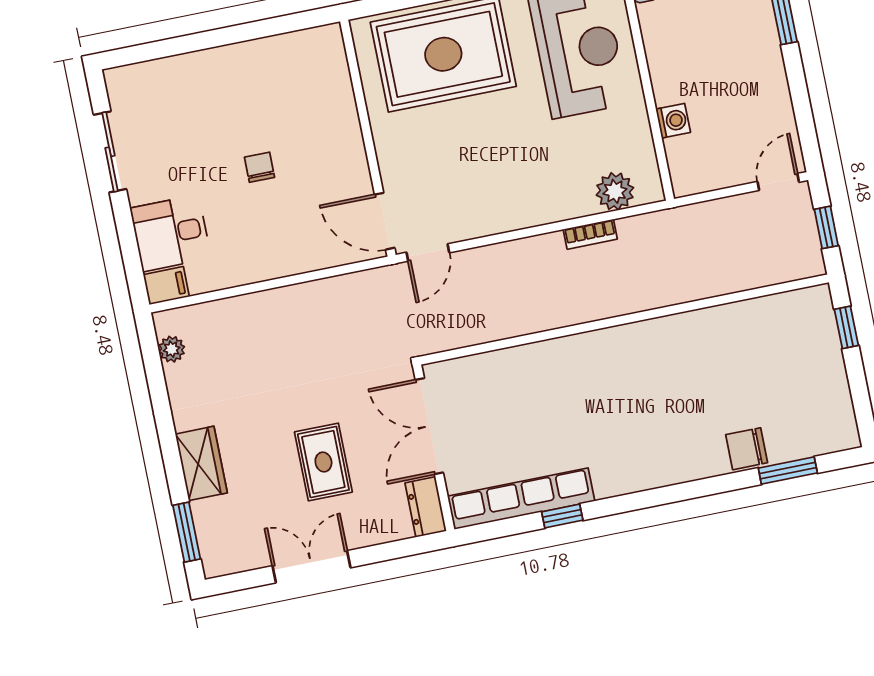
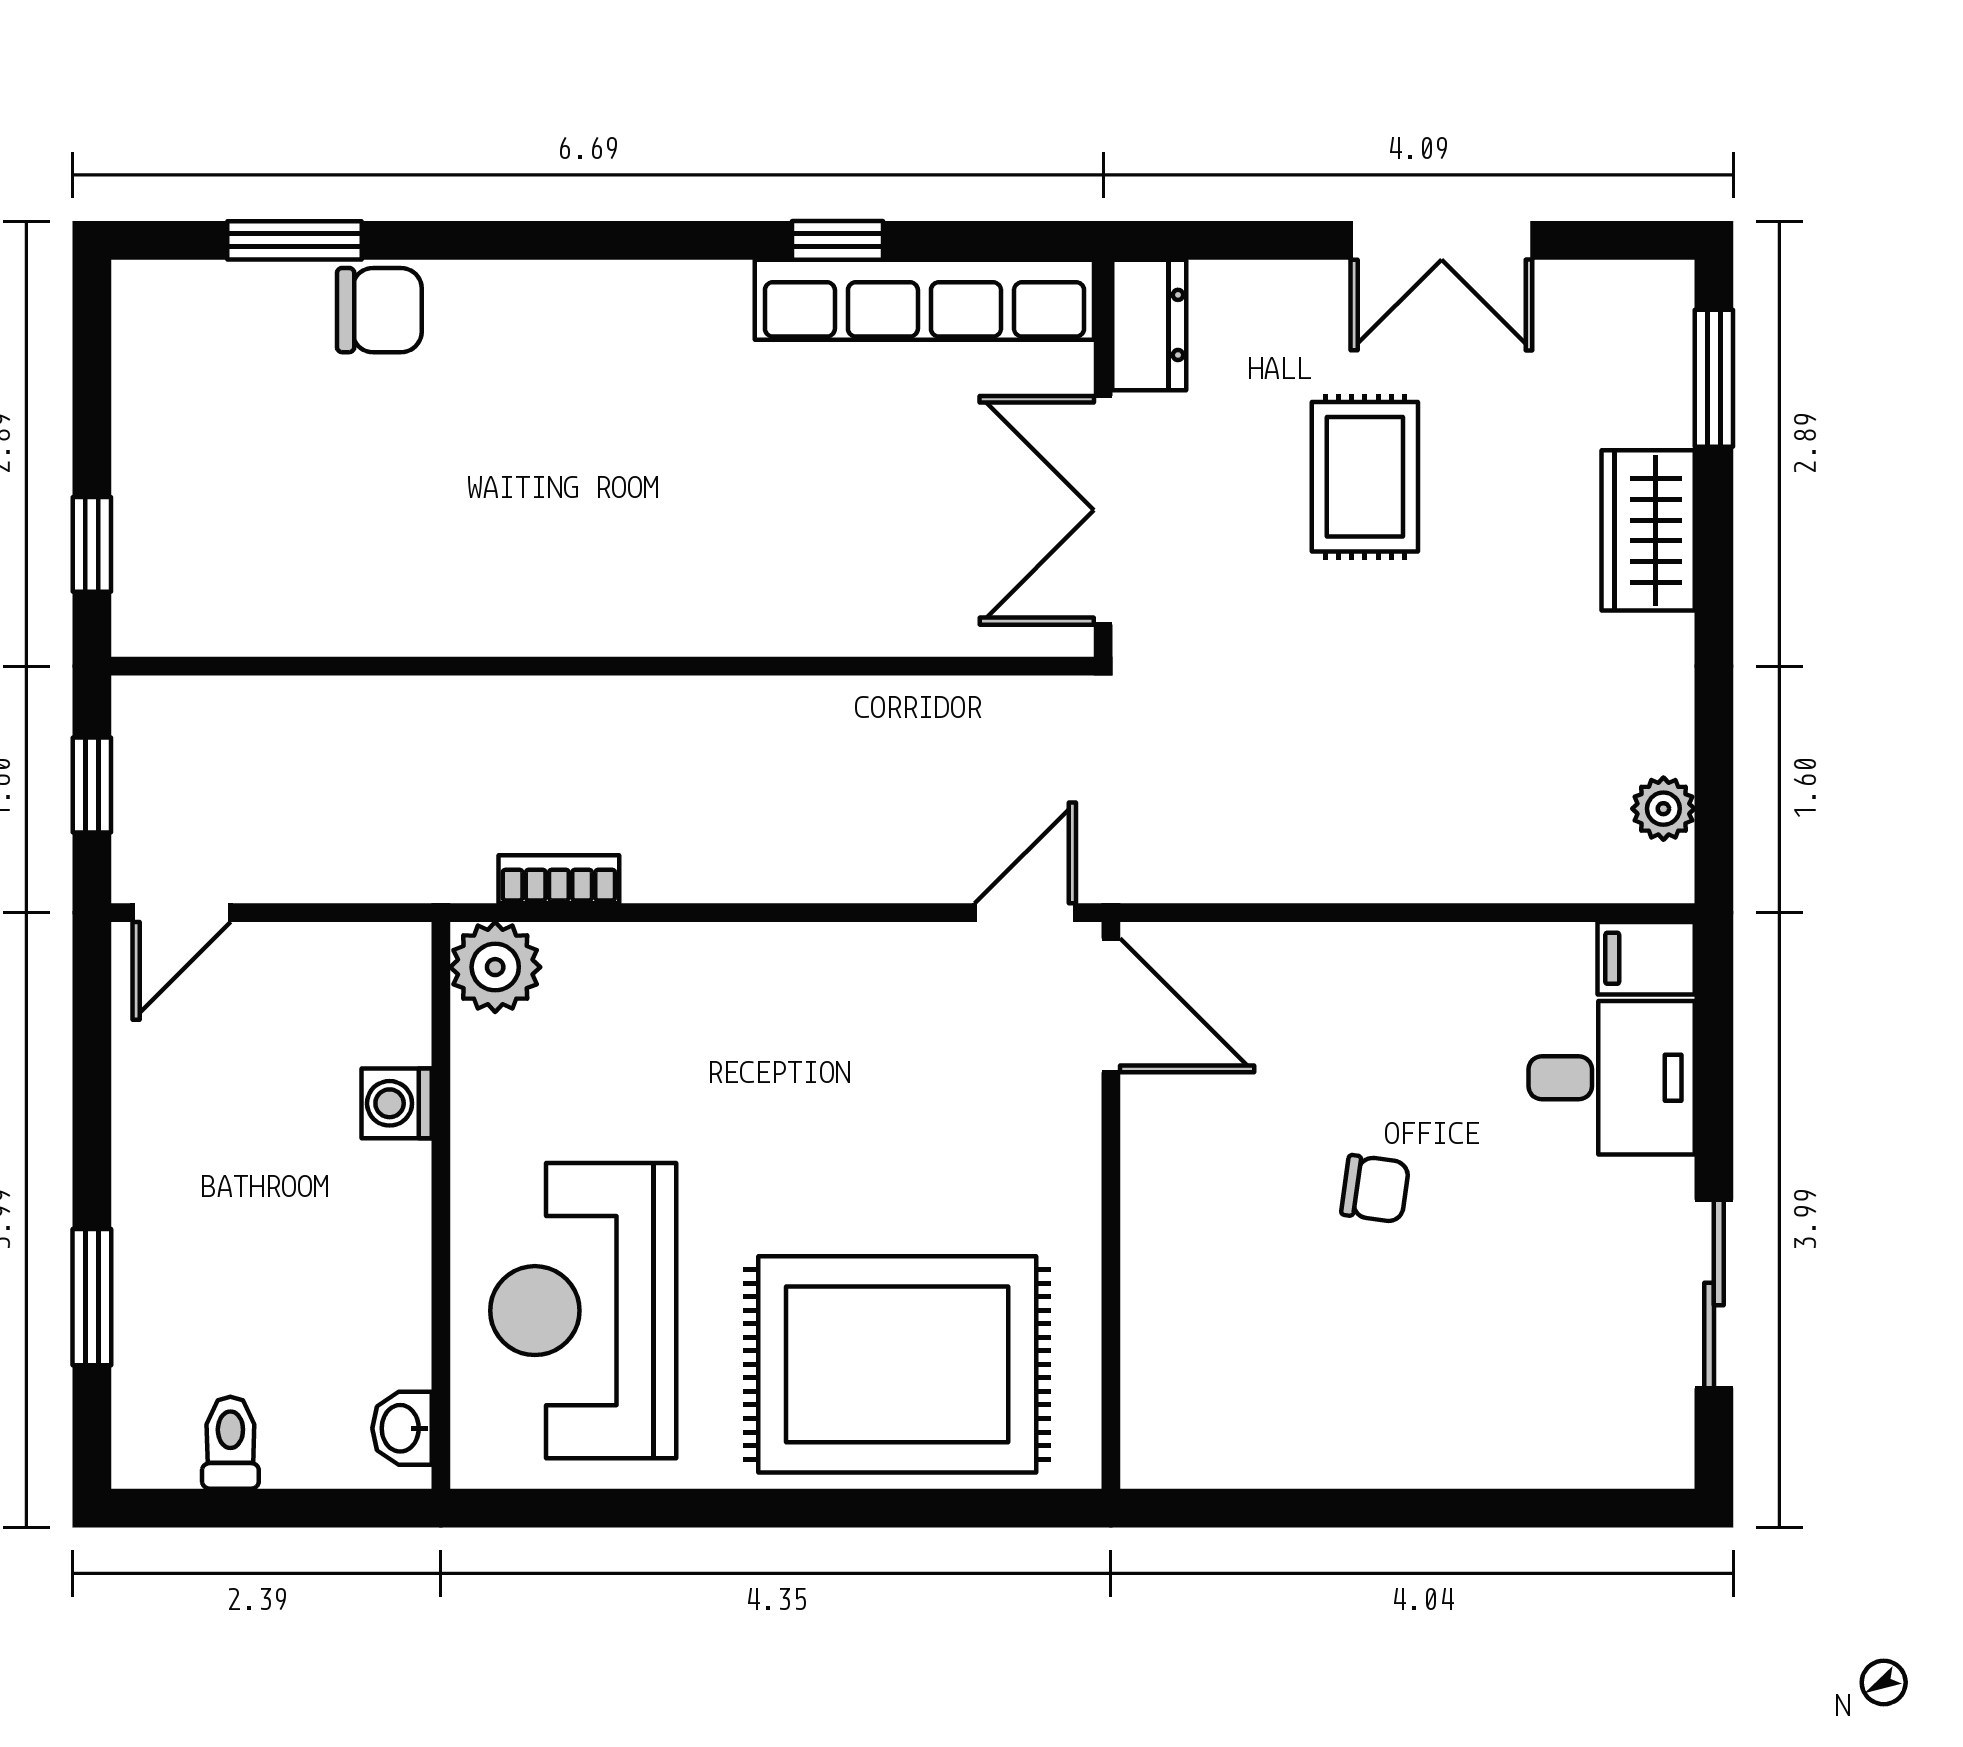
chair: (260, 167) -> (1375, 1189), turned -82
plant: (615, 191) -> (495, 967), moved
bookcase: (590, 234) -> (559, 879), moved
double door: (429, 426) -> (1103, 510), swing flipped

